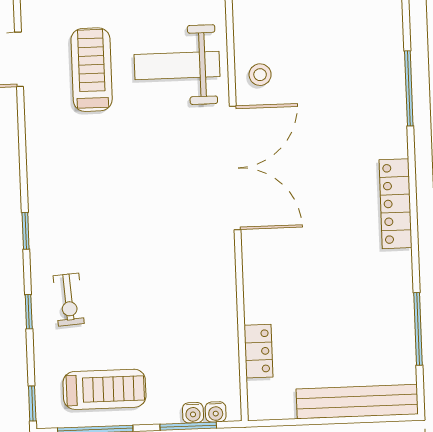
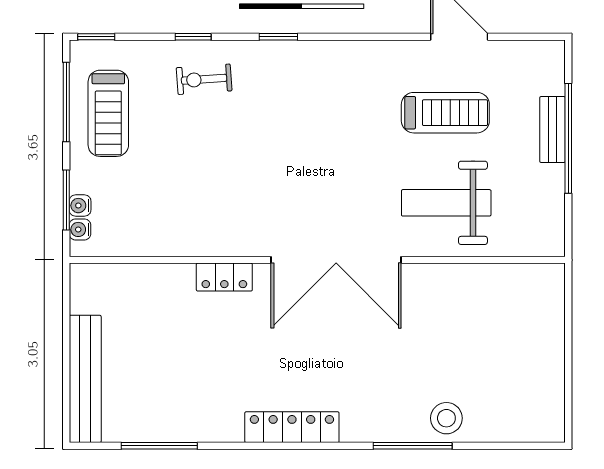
weight bench: (177, 66) -> (446, 203), turned -90
stool: (260, 75) -> (446, 418), moved, width x1.37, depth x1.37
locker: (259, 351) -> (224, 277), moved

